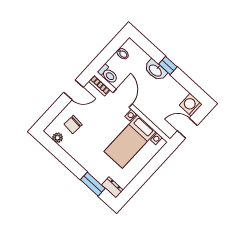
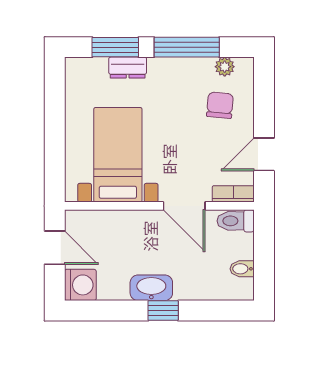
washbasin: (155, 70) -> (151, 288), moved
door: (187, 128) -> (55, 248), hinge flipped
window: (65, 159) -> (187, 47), added
dresser: (112, 187) -> (128, 68), moved

